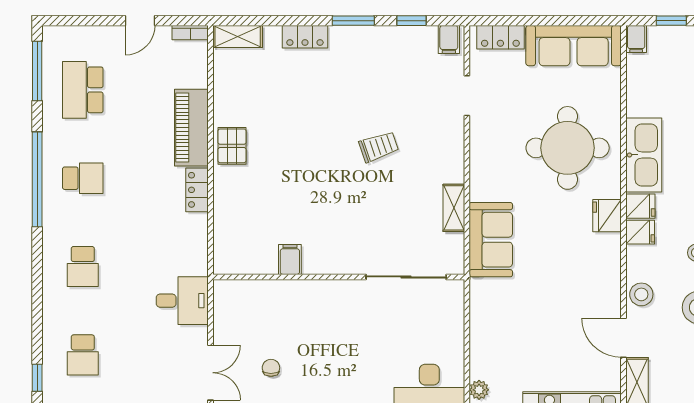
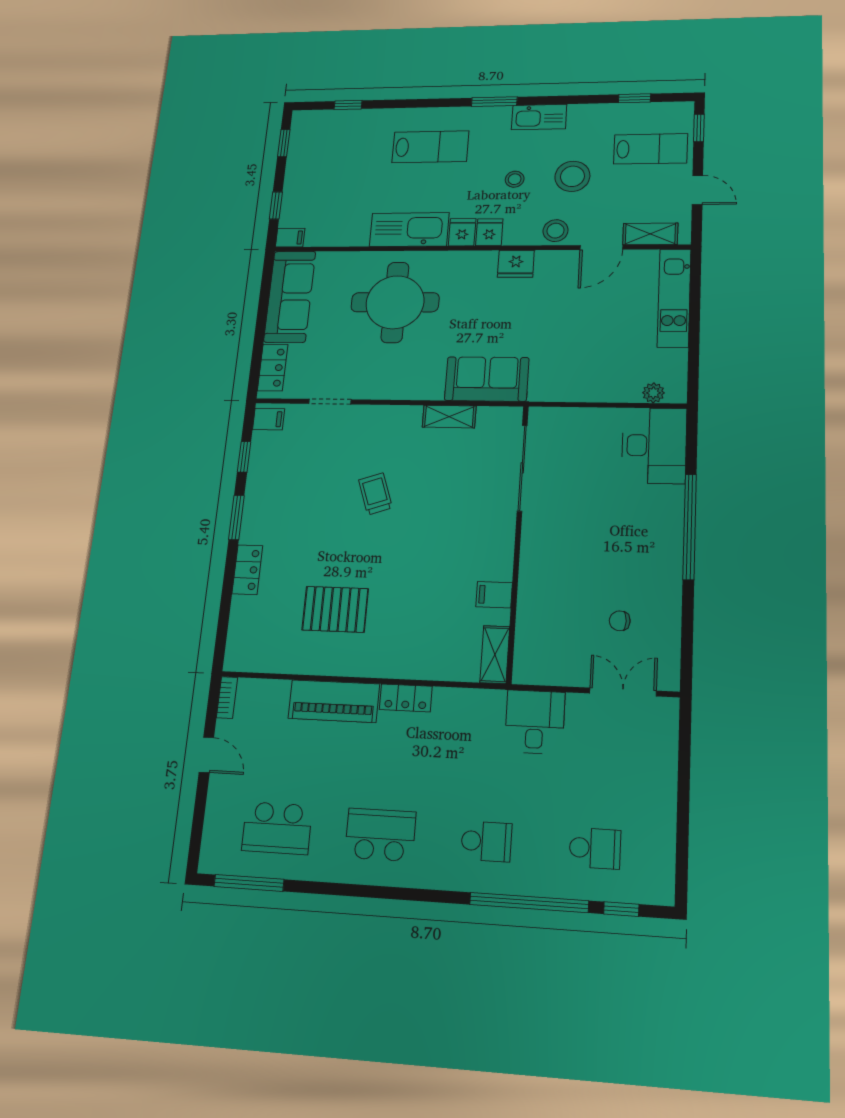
shelving: (238, 36) -> (495, 655), moved
pallet: (232, 146) -> (335, 609), moved, width x1.50, depth x1.42
school desk: (83, 178) -> (380, 835), width x1.85
window: (37, 179) -> (529, 903), moved
fridge: (607, 216) -> (516, 264), moved

